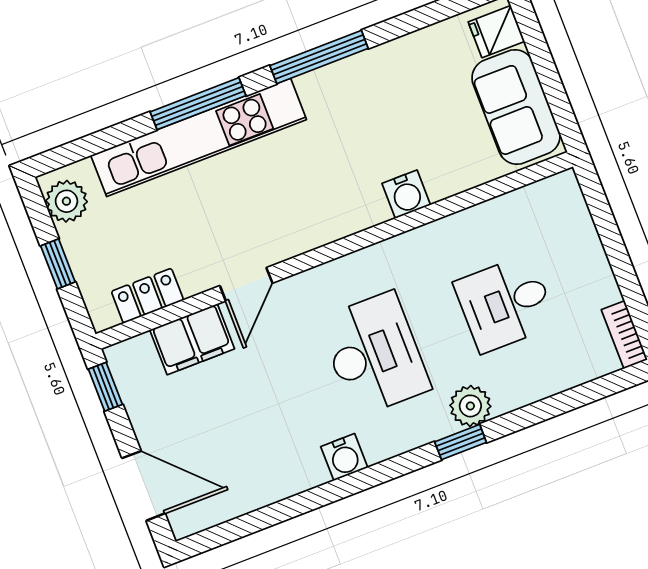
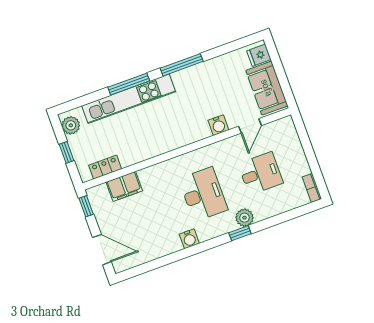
door: (246, 284) -> (250, 126), moved
desk: (505, 304) -> (261, 173), turned 180

